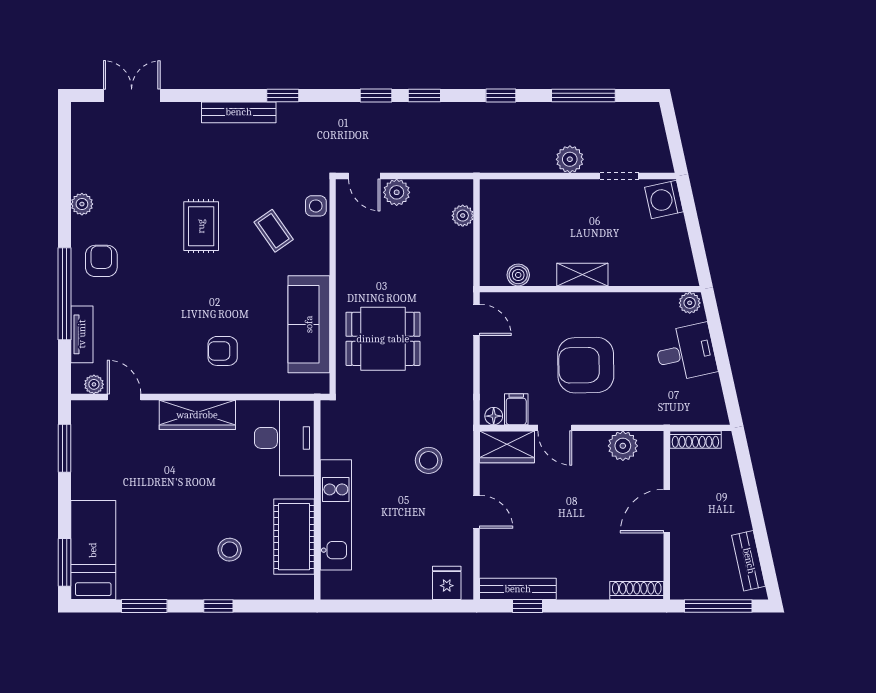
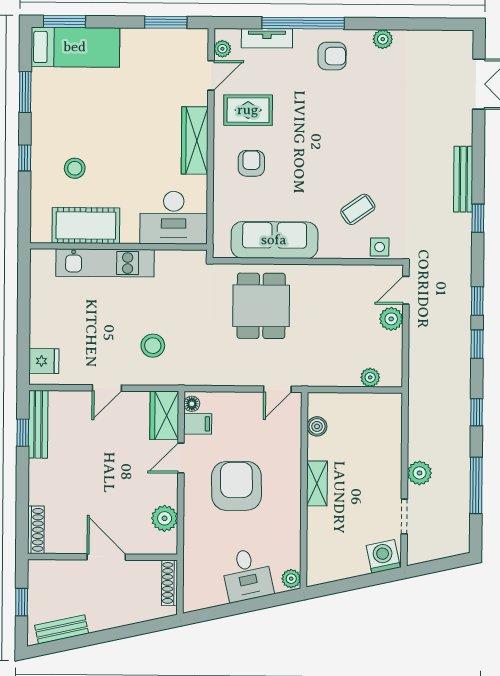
rug: (201, 226) -> (248, 110), moved
window: (718, 606) -> (22, 602), width x0.46

